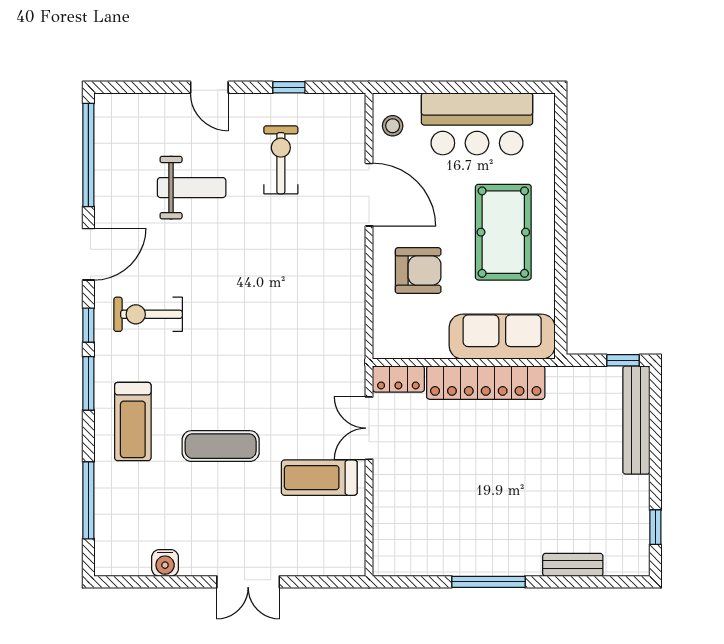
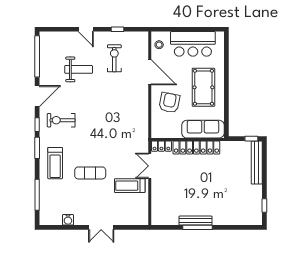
armchair: (418, 271) -> (169, 103), turned -79
bench: (573, 565) -> (195, 221), moved, width x1.36

